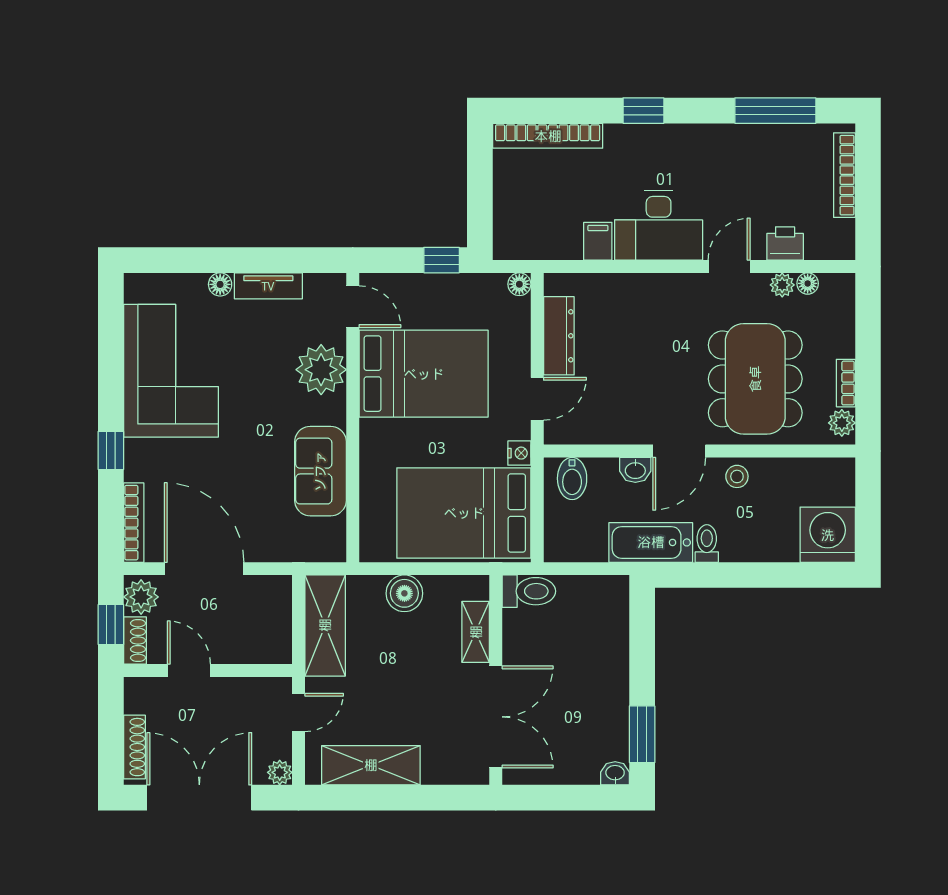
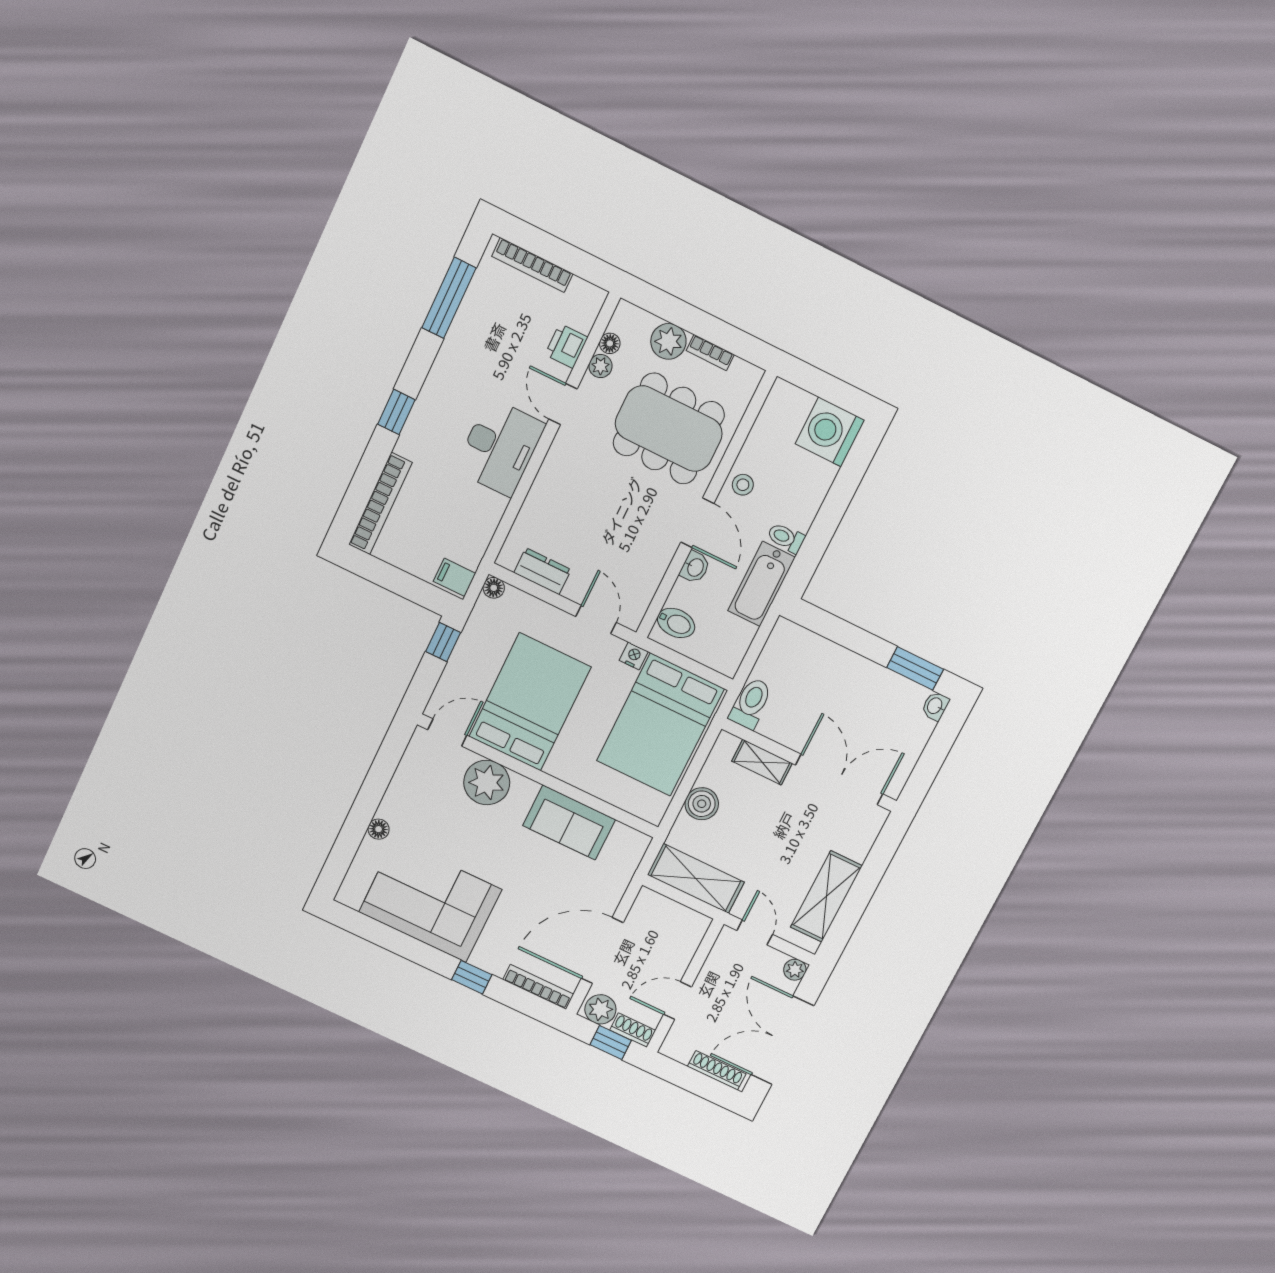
filing cabinet: (598, 241) -> (454, 577), moved
tv unit: (268, 286) -> (398, 792), removed
dresser: (559, 336) -> (542, 571), width x0.70
plant: (842, 423) -> (668, 341), moved, width x1.38, depth x1.38

